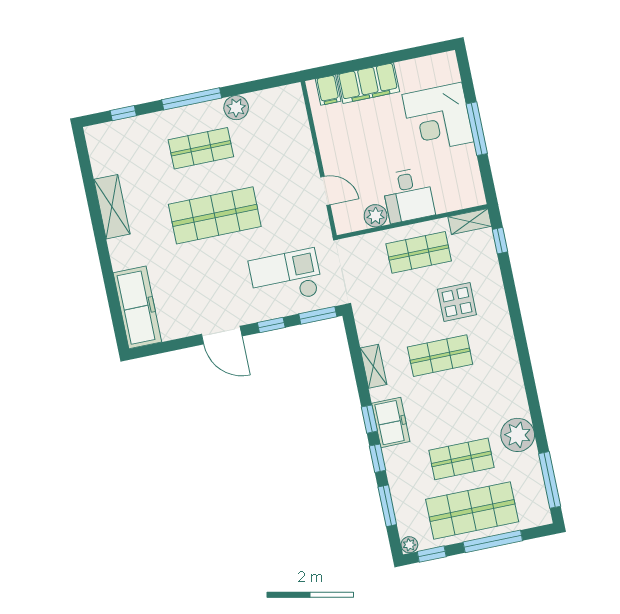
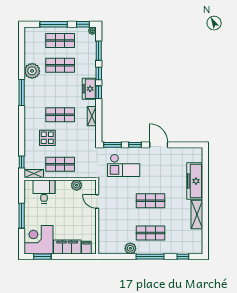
window: (416, 52) -> (42, 257), added
corner desk: (438, 118) -> (39, 240), moved, turned -90
desk: (408, 195) -> (44, 192), moved
shop shelf: (215, 215) -> (150, 201), width x0.70, depth x0.74
freezer: (137, 307) -> (195, 181), moved
window: (550, 480) -> (22, 93), moved
shop shelf: (472, 511) -> (60, 40), width x0.70, depth x0.74

